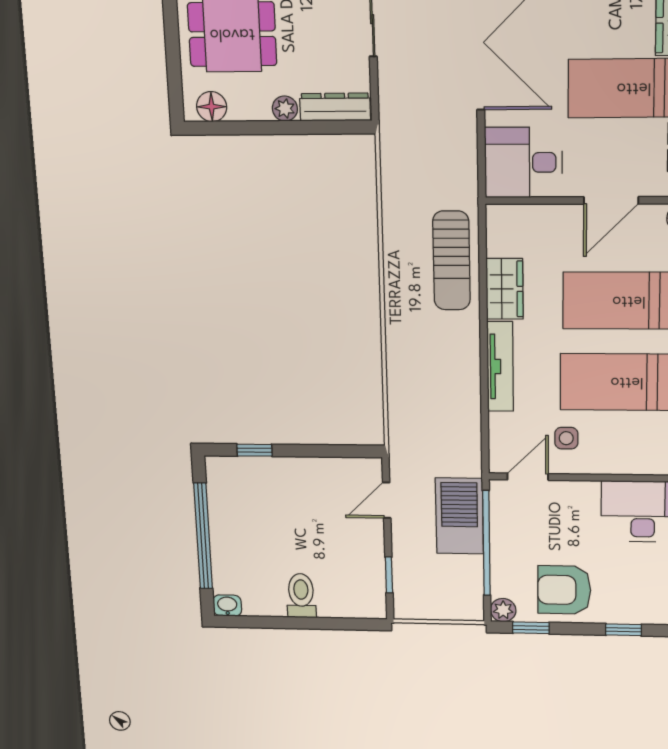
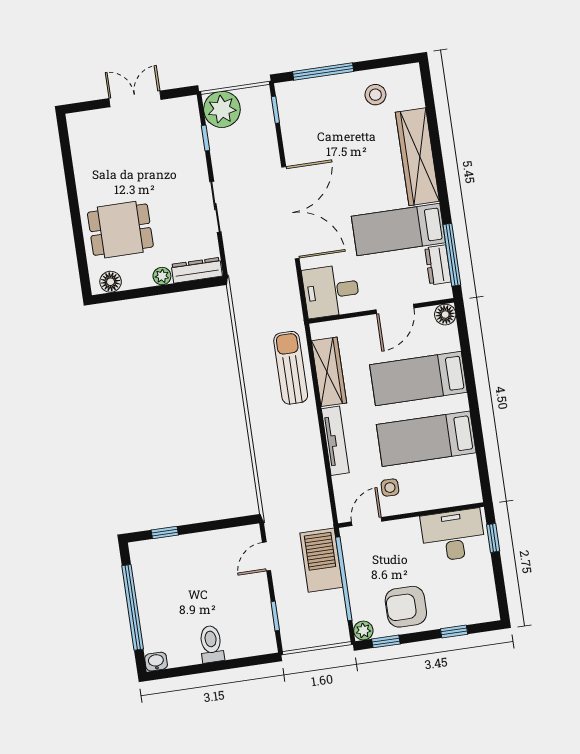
sun lounger: (451, 261) -> (291, 368), turned 180
wardrobe: (505, 289) -> (329, 372), width x1.50

